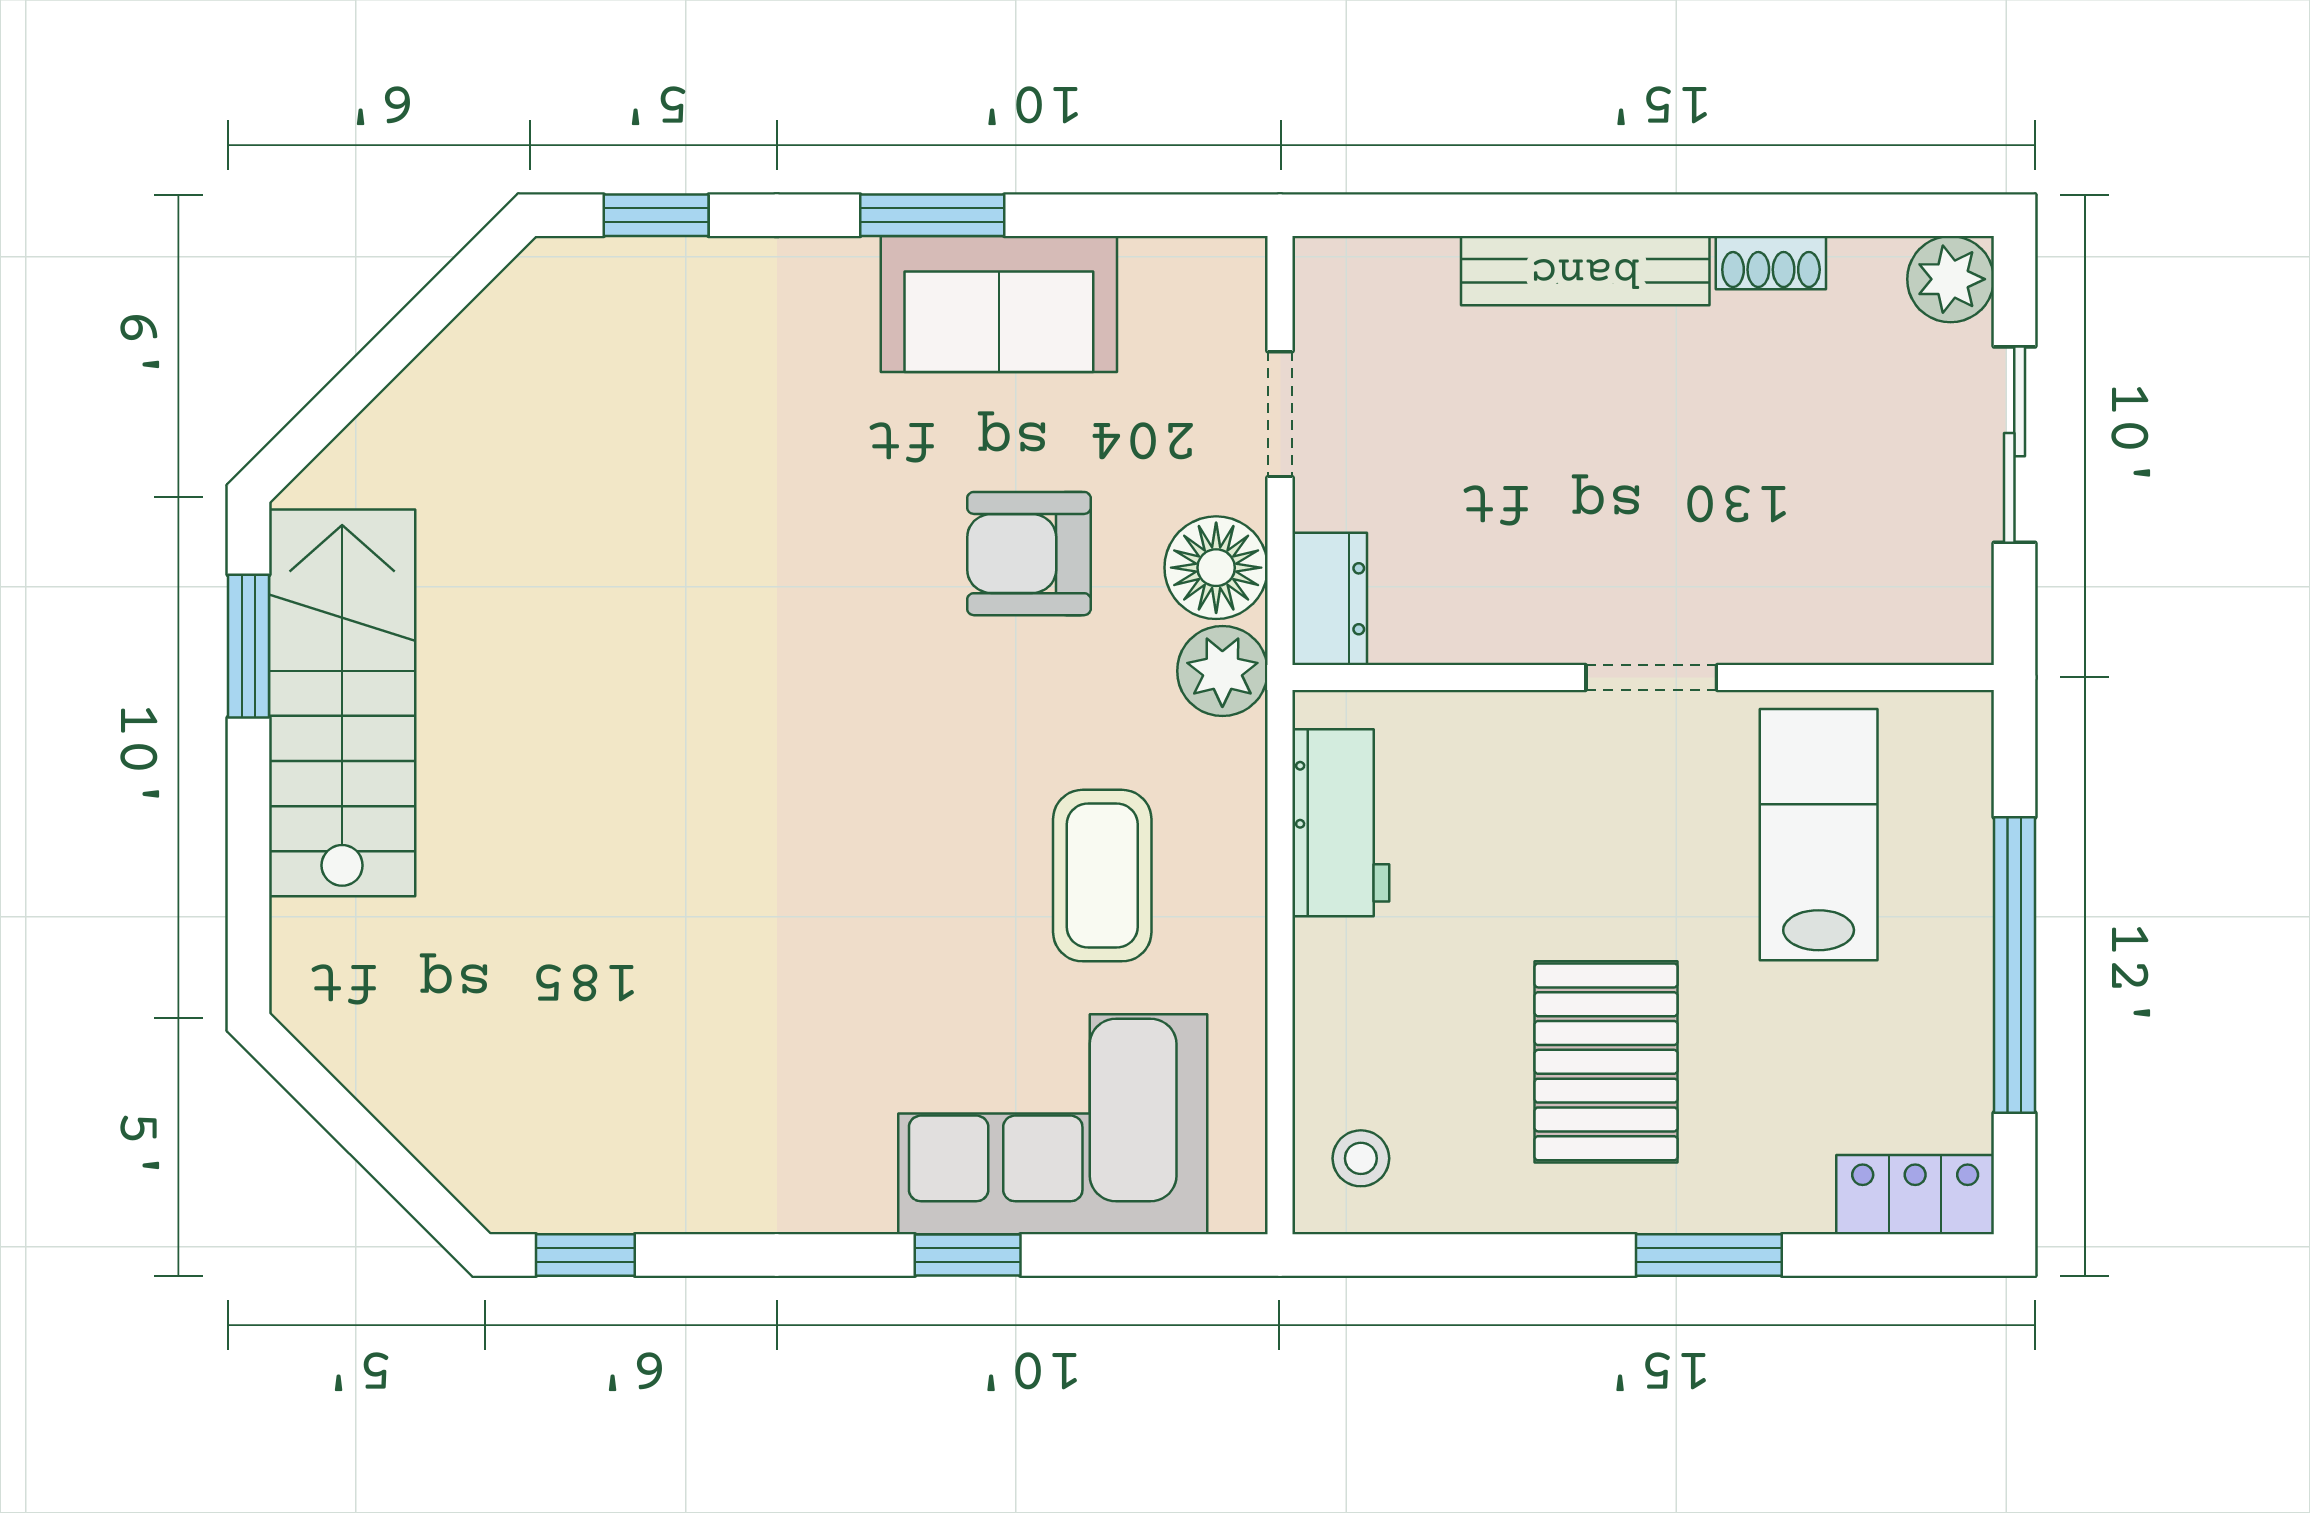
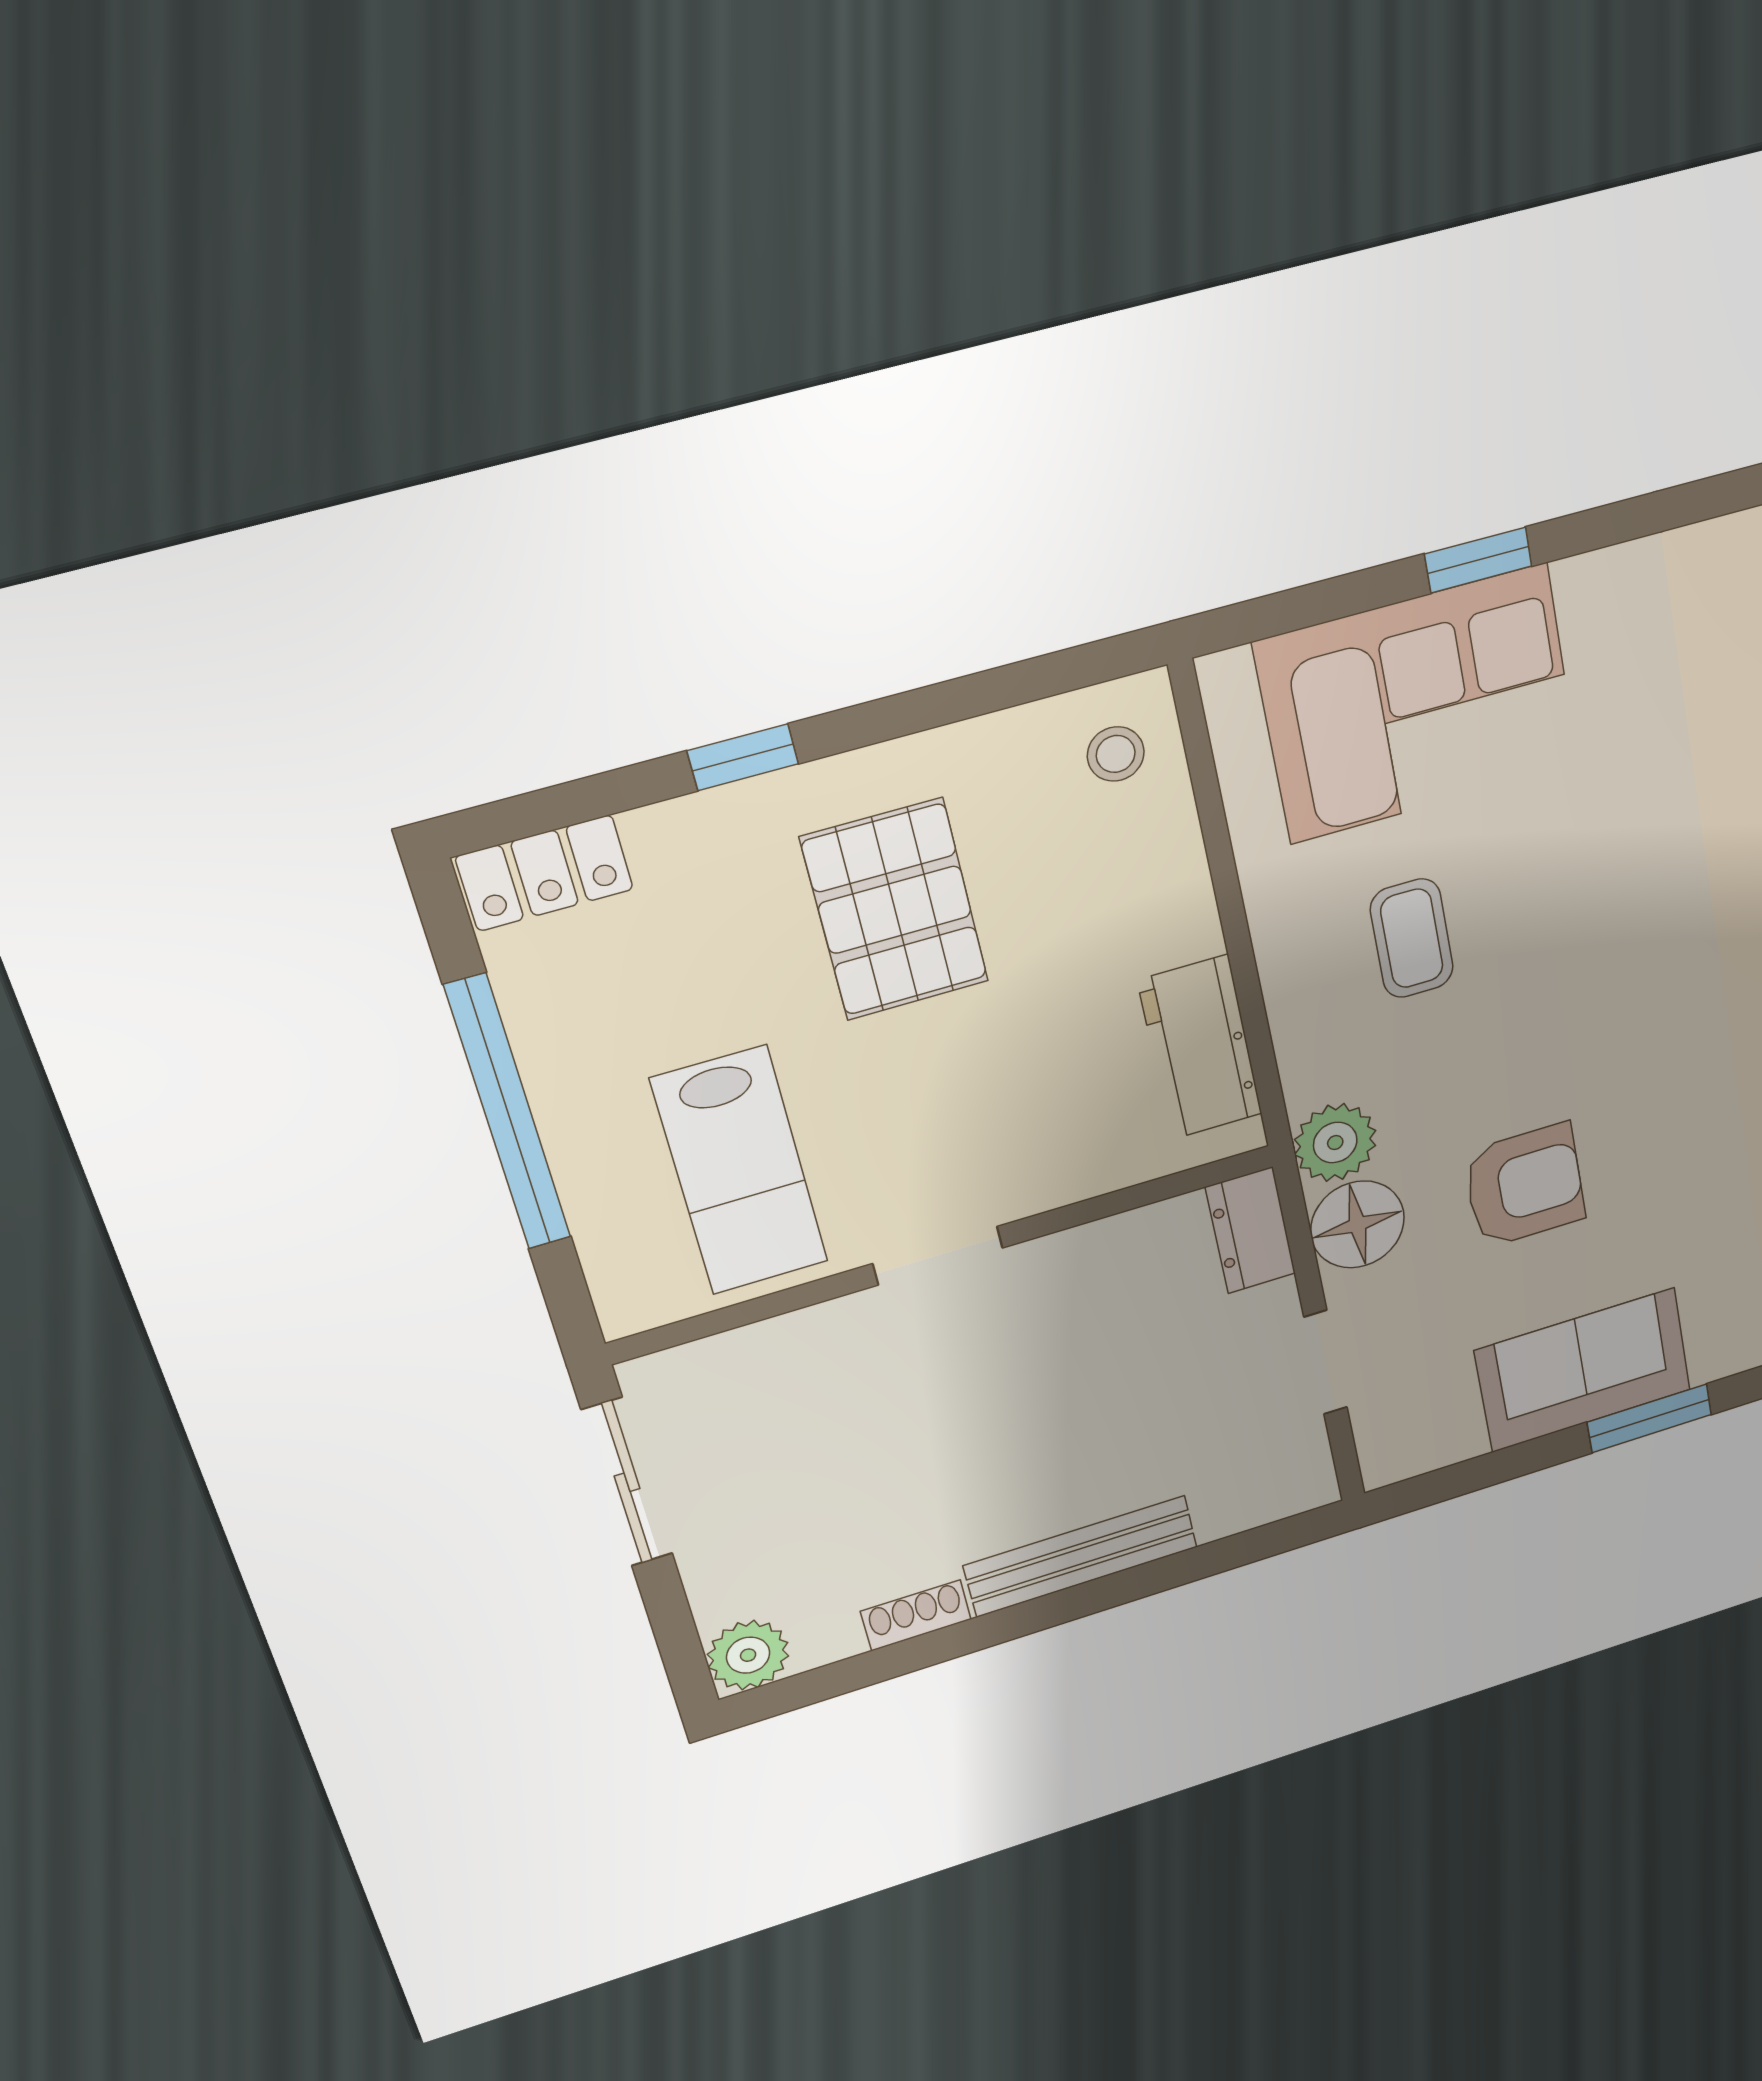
sliding door: (2014, 445) -> (627, 1482), moved
coffee table: (1102, 876) -> (1412, 938), width x0.73, depth x0.77
window: (1709, 1255) -> (743, 757), width x0.67

